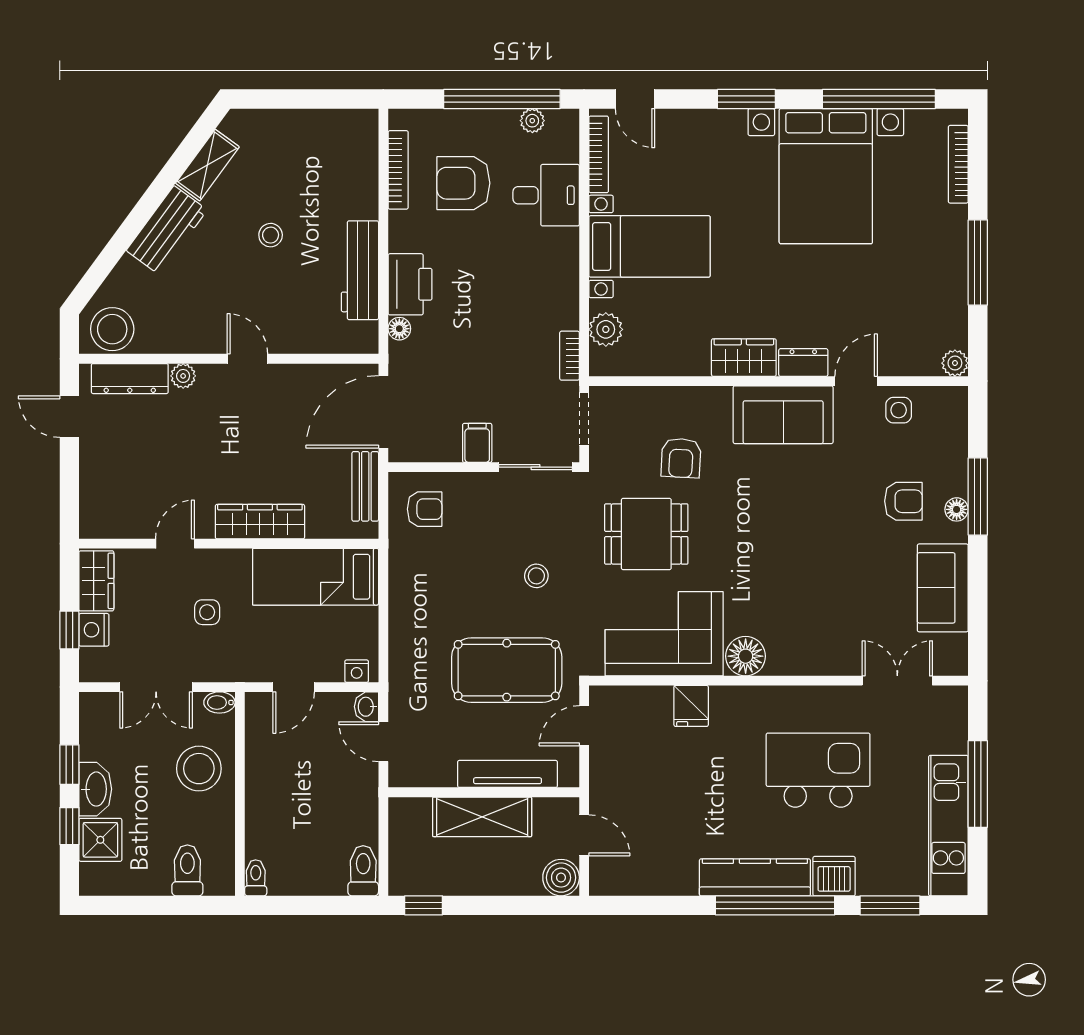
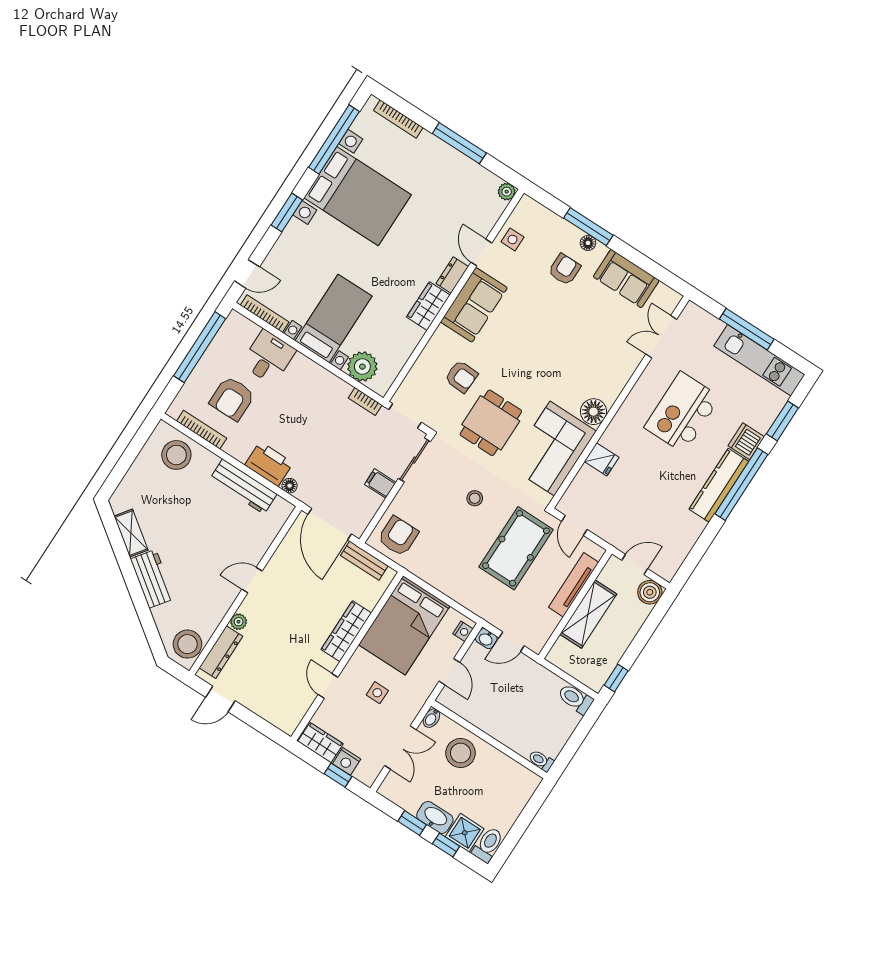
plant: (532, 121) -> (222, 338), removed
stool: (271, 235) -> (176, 455), moved, width x1.89, depth x1.89
plant: (606, 329) -> (362, 367), width x1.36, depth x1.36
armchair: (425, 509) -> (398, 536), width x1.38, depth x1.38
bed: (316, 577) -> (404, 625), width x1.50
toilet: (187, 870) -> (488, 845), moved, turned 90

